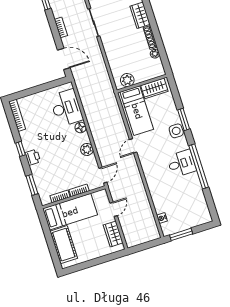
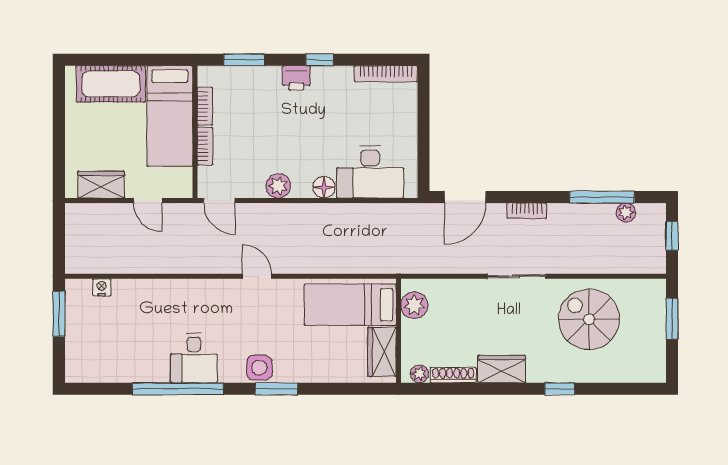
plant: (127, 80) -> (414, 305), moved
wall: (142, 84) -> (399, 331), moved
wardrobe: (154, 88) -> (382, 352), moved
bed: (137, 111) -> (350, 305), moved

